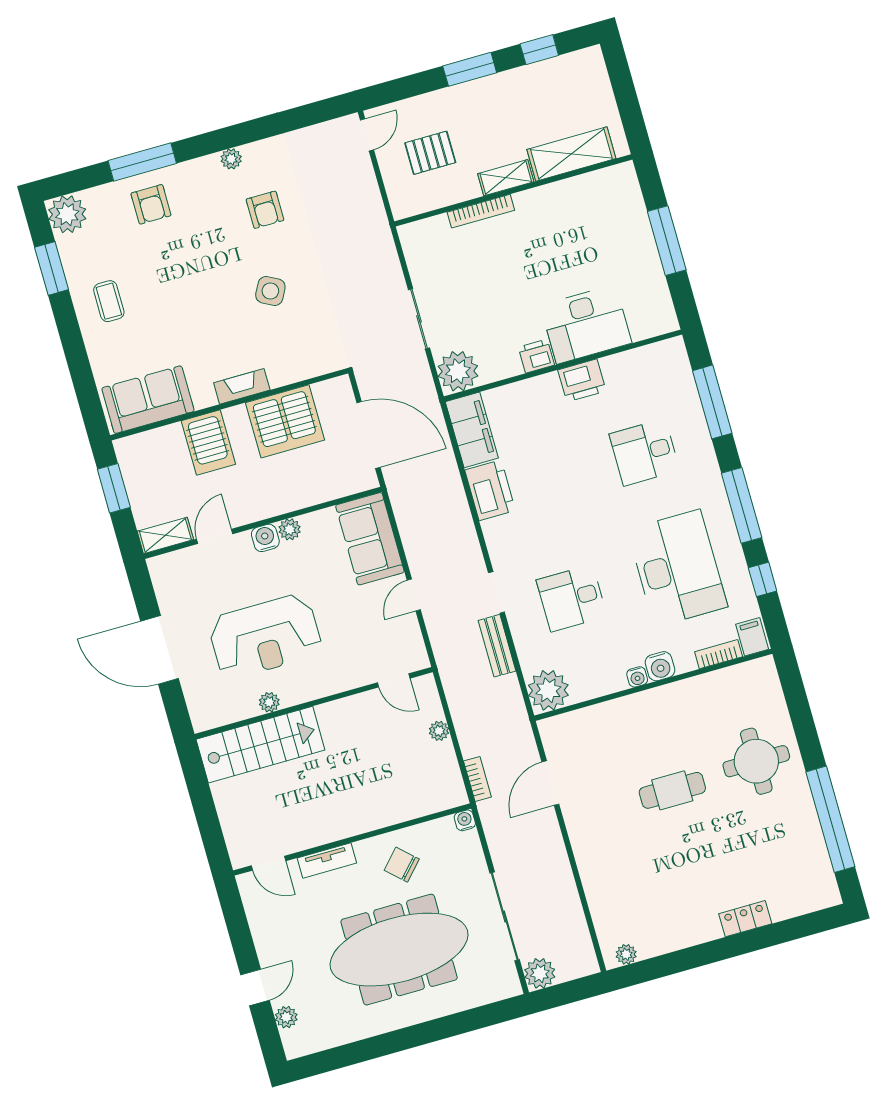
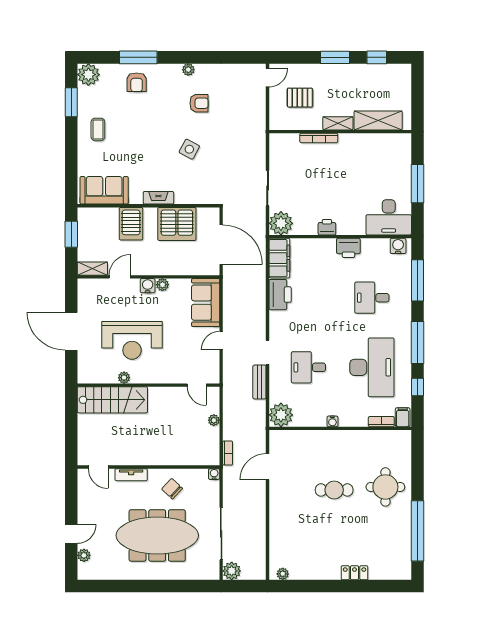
armchair: (265, 210) -> (199, 103), turned -90
desk: (586, 324) -> (389, 217), moved
water cooler: (660, 666) -> (398, 246), moved, turned 180

